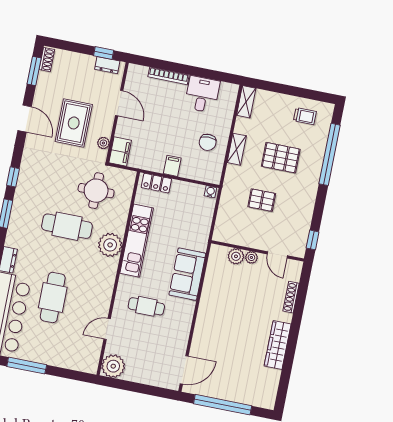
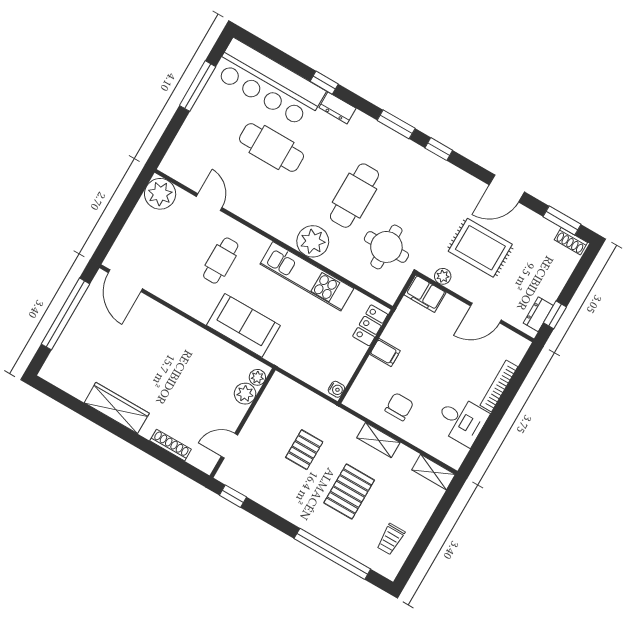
chair: (208, 142) -> (399, 407), turned 90
plant: (251, 257) -> (257, 377), moved

